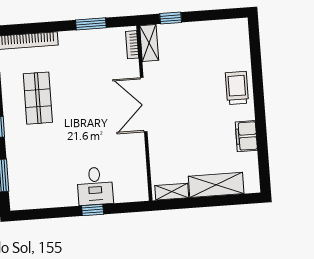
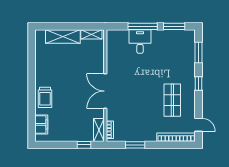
double door: (144, 105) -> (105, 91), swing flipped
filing cabinet: (246, 136) -> (41, 124), moved
window: (93, 210) -> (143, 26), width x2.17
window: (43, 214) -> (174, 26), added

